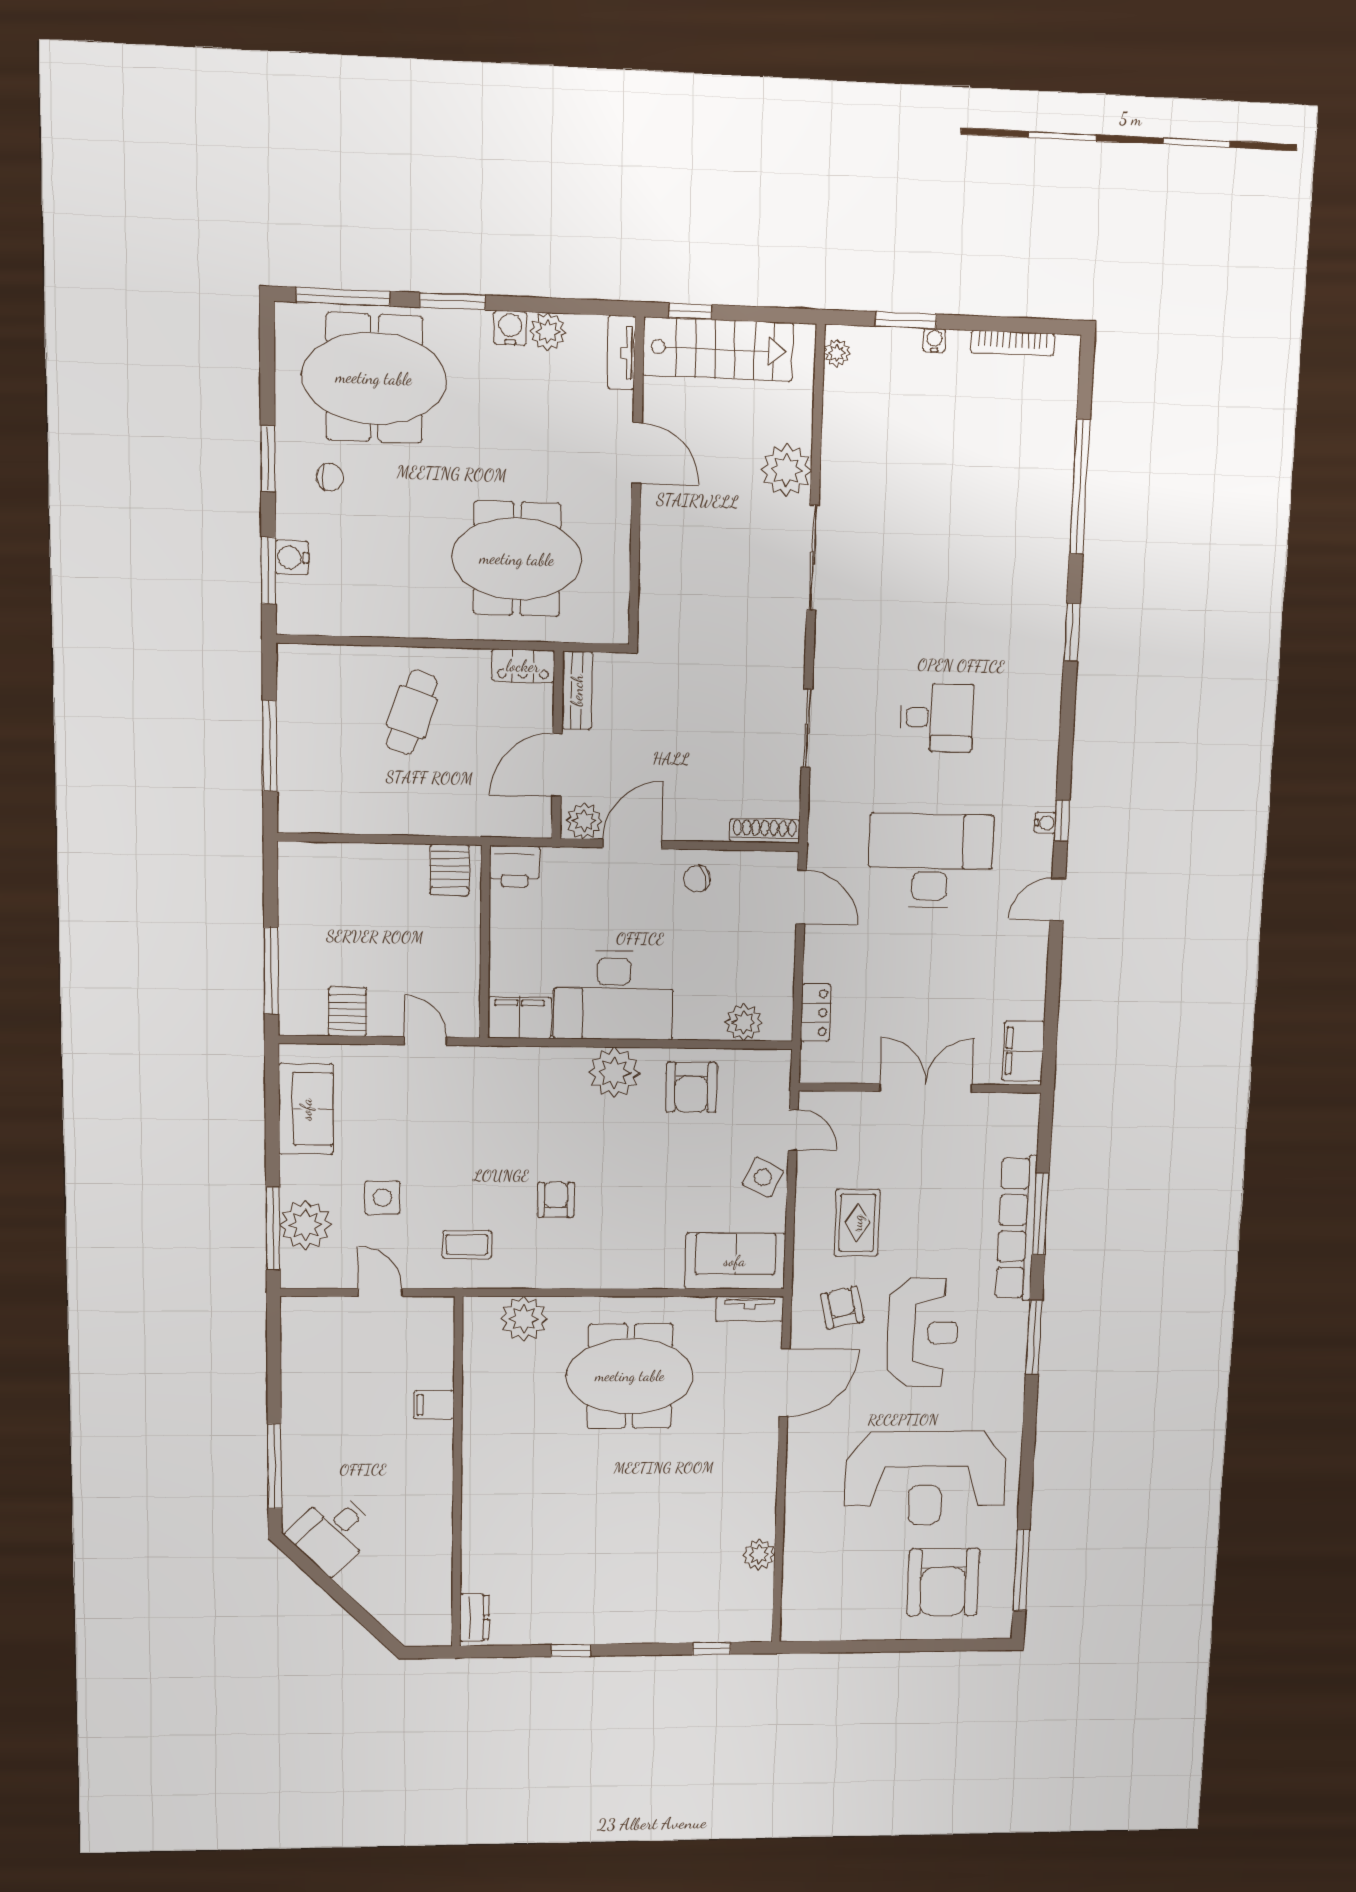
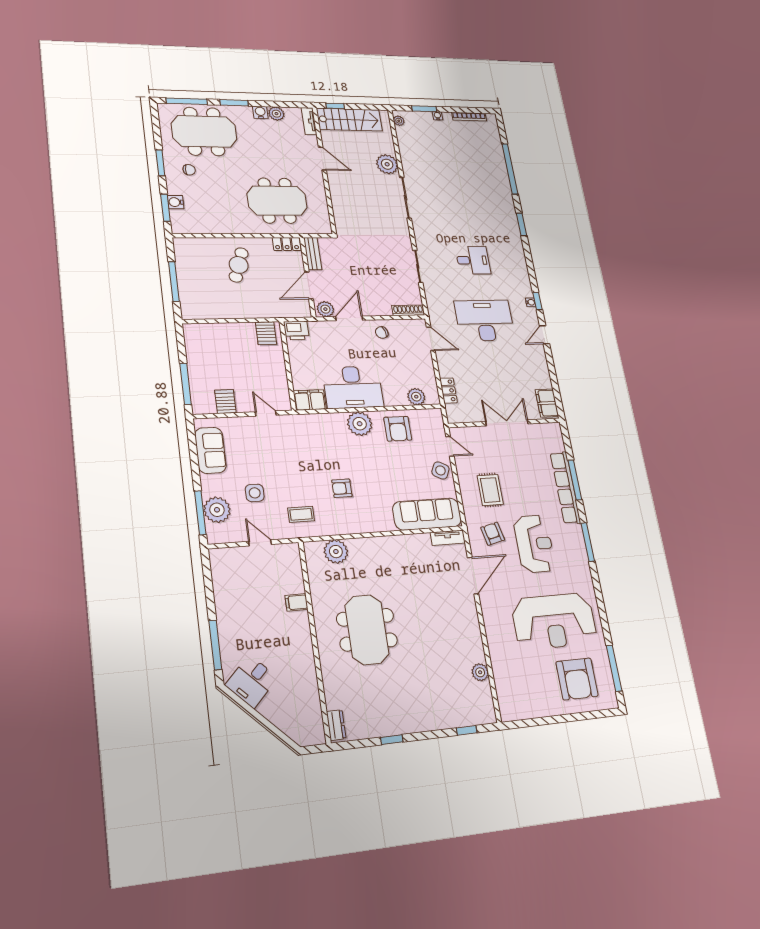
armchair: (556, 1200) -> (342, 488), turned -90
sofa: (735, 1261) -> (427, 514), width x1.36
meeting table: (630, 1376) -> (367, 630), moved, turned 90

